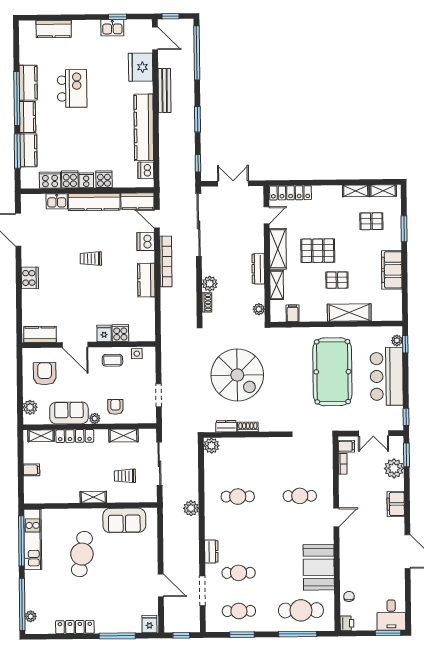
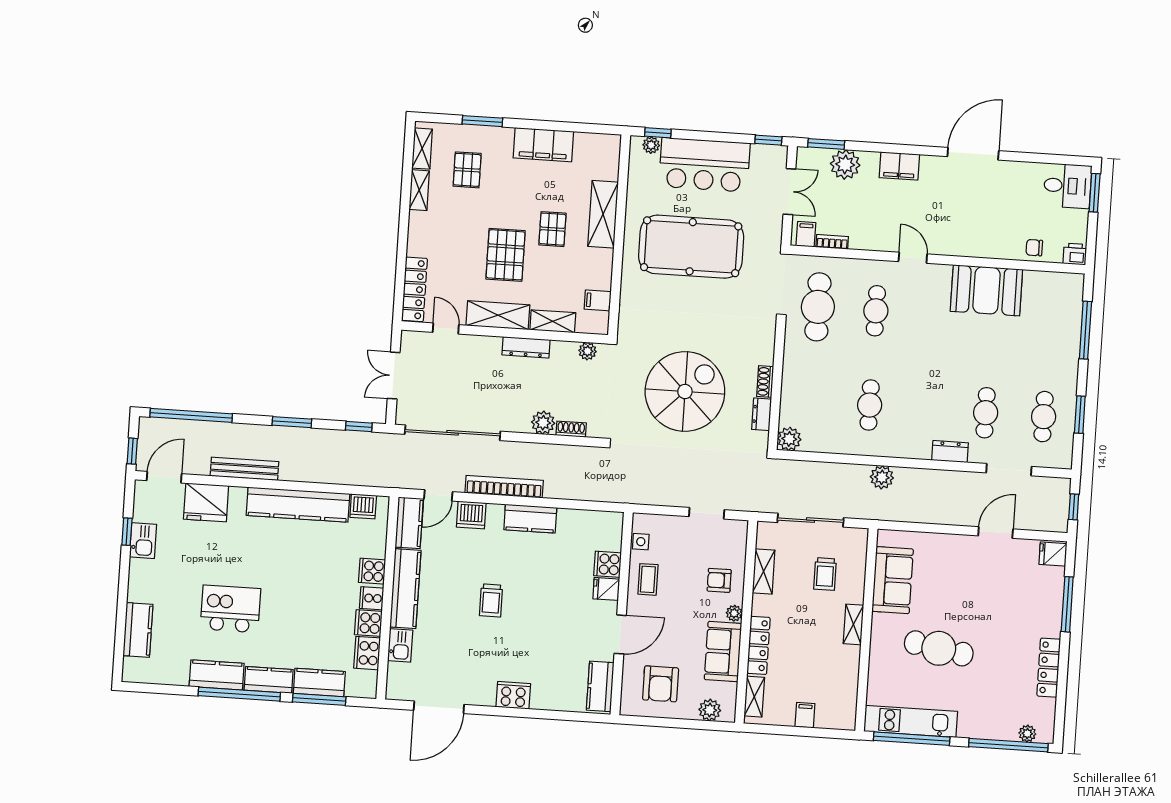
armchair: (45, 374) -> (661, 684), turned -90
cafe table: (301, 610) -> (818, 307), moved

